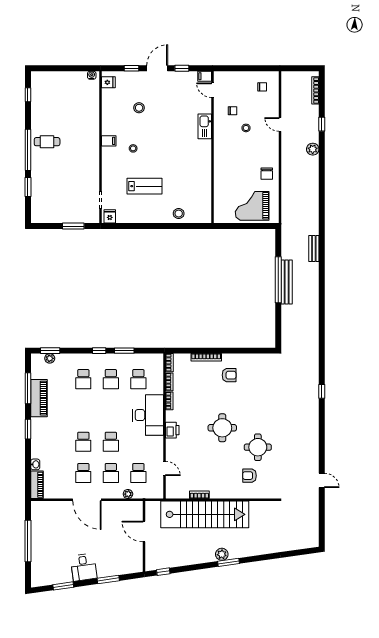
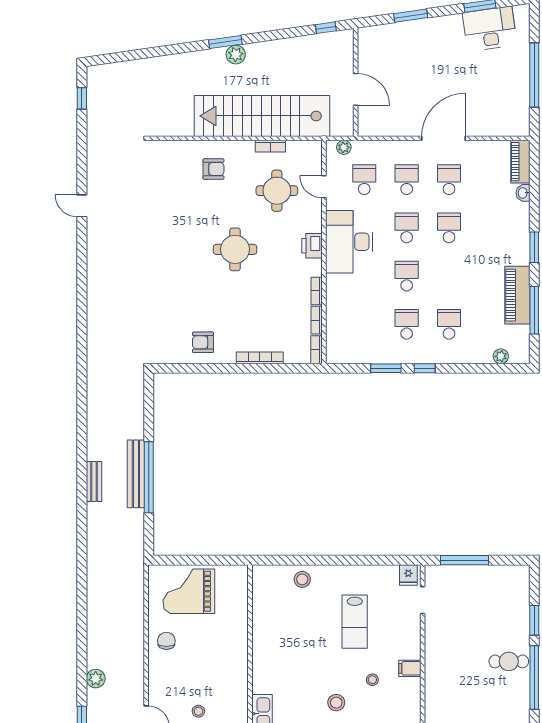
stool: (157, 134) -> (336, 703), added
filing cabinet: (109, 141) -> (410, 668), moved
cafe table: (47, 142) -> (509, 661), moved
lab bench: (145, 186) -> (355, 622), turned -90
grand piano: (252, 206) -> (189, 591), turned 180
window: (73, 226) -> (465, 560), width x1.44
bench: (314, 249) -> (94, 481), moved
window: (50, 351) -> (500, 368), removed
armchair: (229, 375) -> (203, 342), moved
school desk: (138, 379) -> (407, 276), moved
window: (322, 391) -> (82, 98), moved
desk: (148, 415) -> (349, 242), moved
round table: (258, 447) -> (277, 191), moved
armchair: (250, 476) -> (213, 169), moved
door: (322, 480) -> (82, 206), moved
plant: (128, 494) -> (344, 147), moved
door: (87, 500) -> (443, 138), hinge flipped
desk: (84, 567) -> (490, 29), moved, width x1.37

